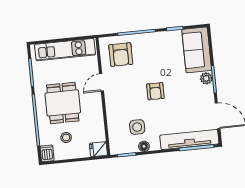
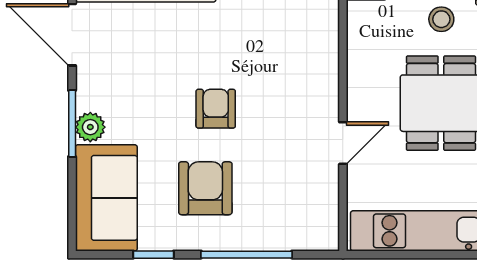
armchair: (121, 55) -> (205, 188), moved
side table: (137, 127) -> (268, 27), removed

